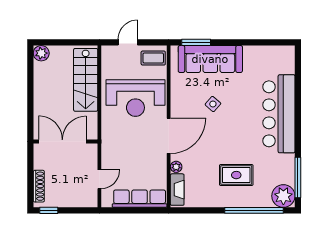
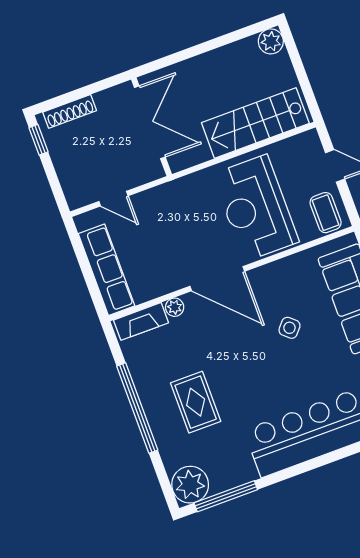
window: (254, 210) -> (137, 408), moved

